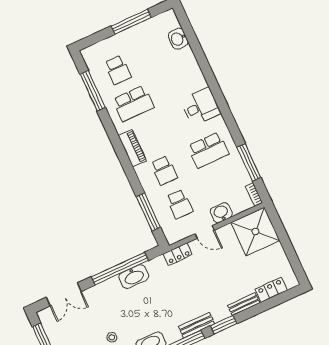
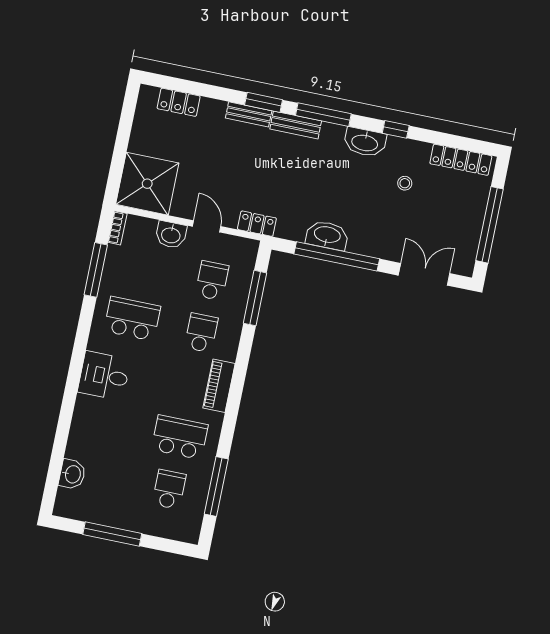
bench: (244, 304) -> (249, 114), moved

